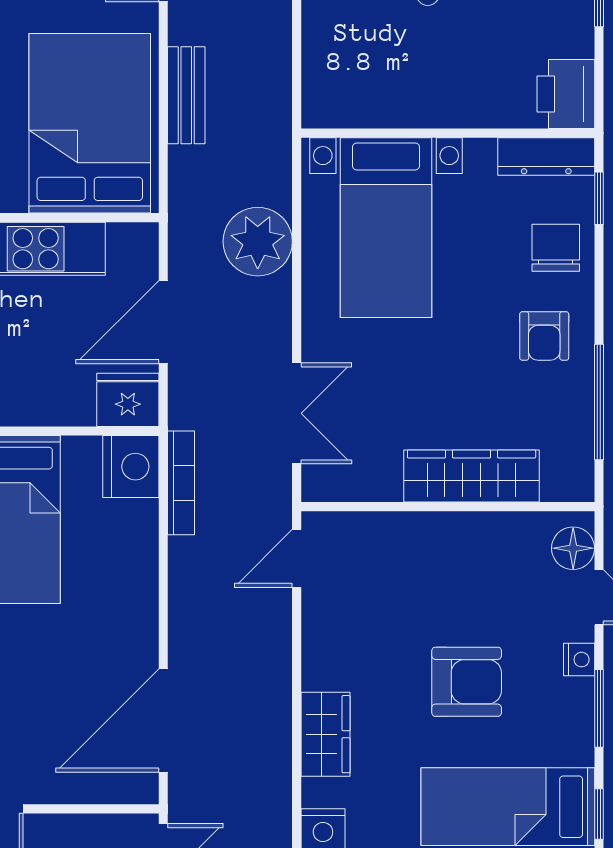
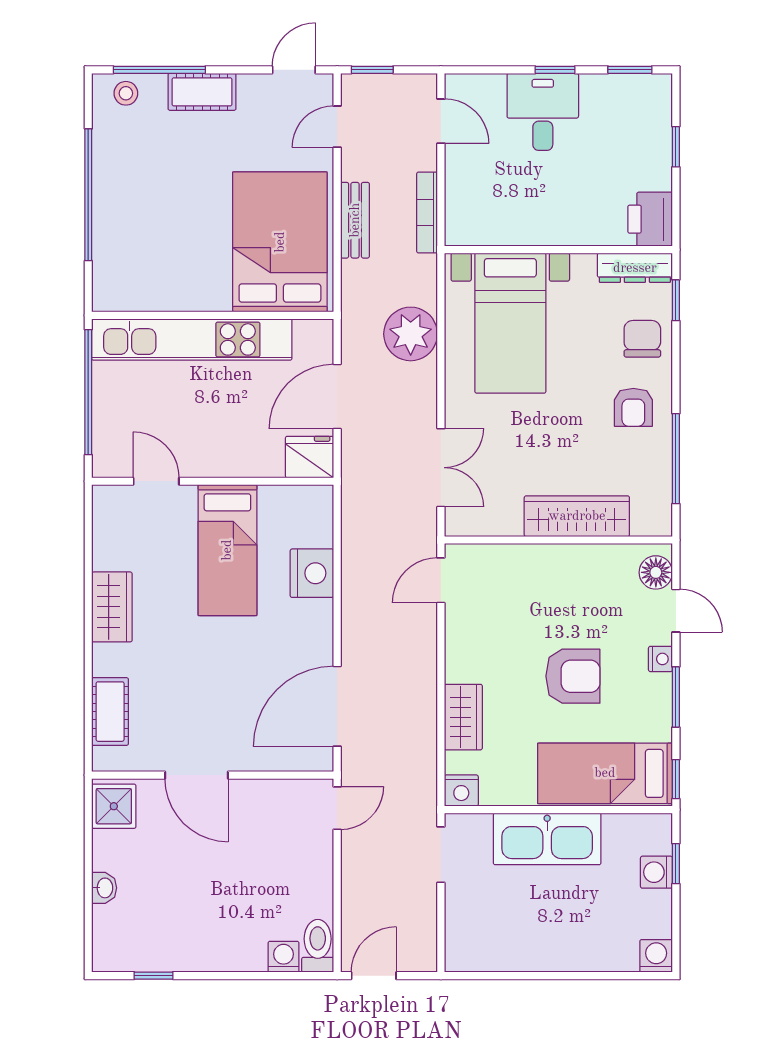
nightstand: (131, 467) -> (312, 573), moved
bookcase: (181, 483) -> (427, 212), moved, turned 180

